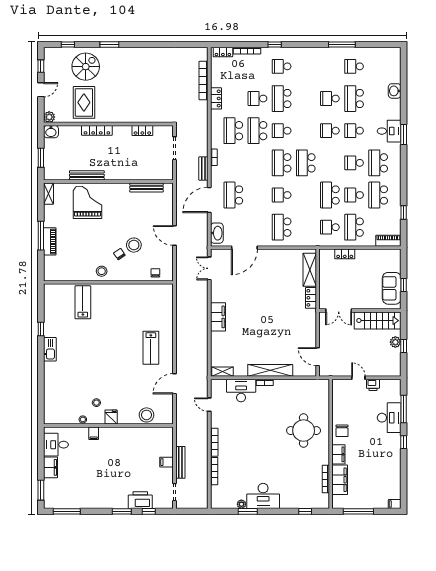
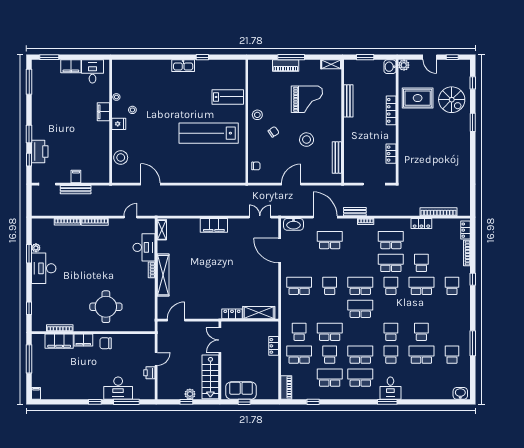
washbasin: (395, 91) -> (460, 393), moved
school desk: (354, 163) -> (360, 355), width x1.85
grand piano: (88, 202) -> (307, 99), moved
stool: (134, 245) -> (307, 140), moved
lab bench: (151, 348) -> (209, 133), moved, width x1.86, depth x1.39
filing cabinet: (94, 433) -> (103, 112), width x2.00

